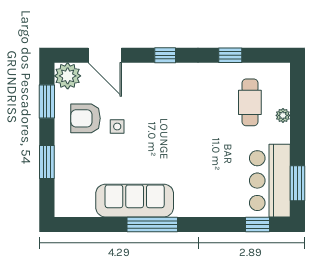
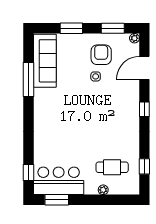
window: (230, 55) -> (144, 166), moved
plant: (68, 76) -> (134, 38), width x0.53, depth x0.53
sofa: (135, 201) -> (45, 61), moved
window: (152, 224) -> (29, 79), moved

